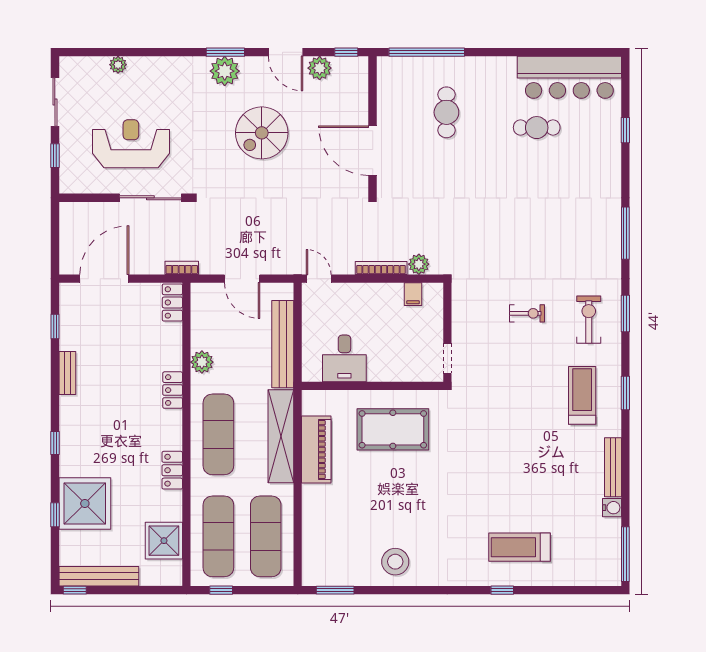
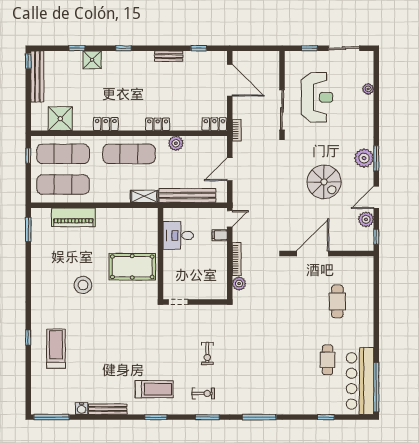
window: (427, 52) -> (376, 387), moved
cafe table: (446, 112) -> (337, 301), turned 90
spiral stairs: (262, 133) -> (324, 182), turned 180
filing cabinet: (413, 294) -> (220, 235), moved
exercise bike: (589, 320) -> (203, 393), width x0.73, depth x0.72
pool table: (393, 429) -> (132, 267), turned 90
shelving: (281, 436) -> (144, 196), width x0.45, depth x0.75
piano: (316, 449) -> (73, 217), moved
shower: (85, 503) -> (92, 60), width x0.54, depth x0.54
stool: (395, 562) -> (83, 285), moved

